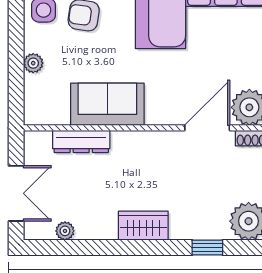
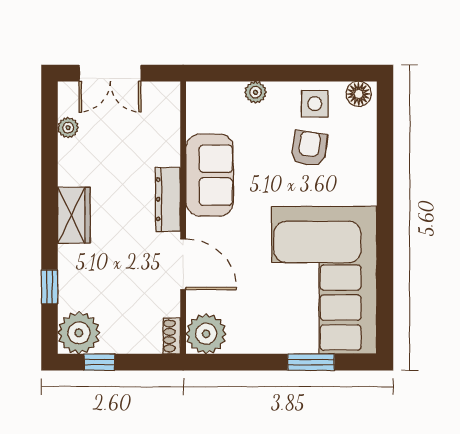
door: (207, 128) -> (183, 264), moved
dresser: (81, 142) -> (168, 199), moved

